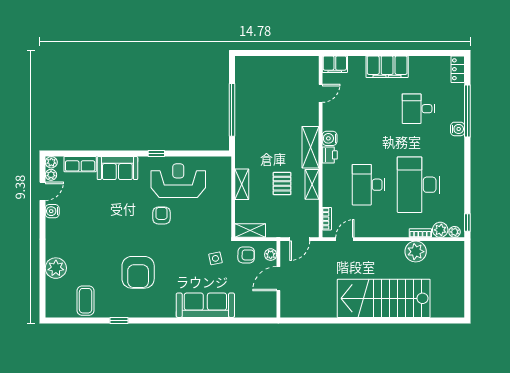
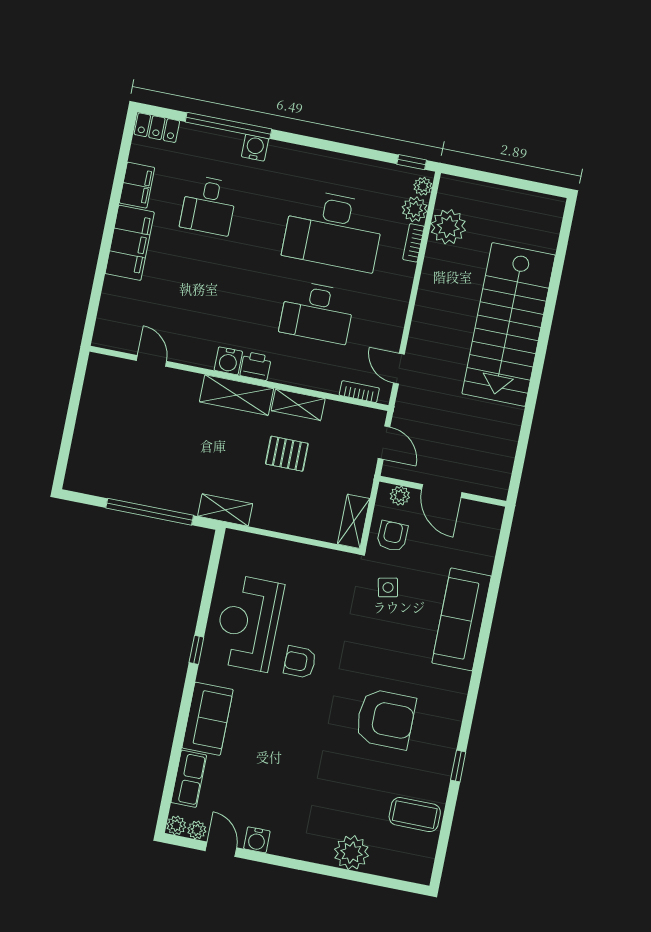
filing cabinet: (335, 64) -> (137, 185), moved
shelving: (242, 184) -> (225, 510), moved
plant: (416, 252) -> (448, 227), moved

